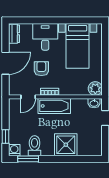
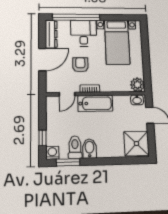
window: (38, 20) -> (76, 17), added
dresser: (14, 34) -> (51, 34), width x1.44
shower: (66, 145) -> (136, 144), moved
bidet: (48, 147) -> (90, 148), added

